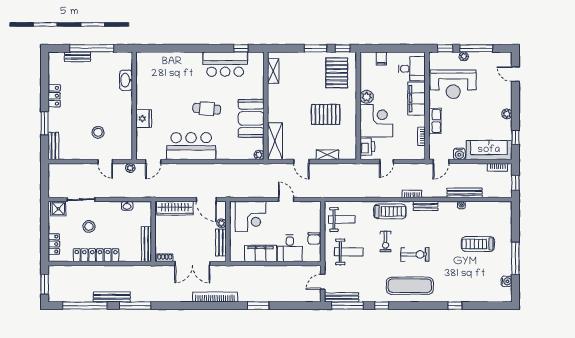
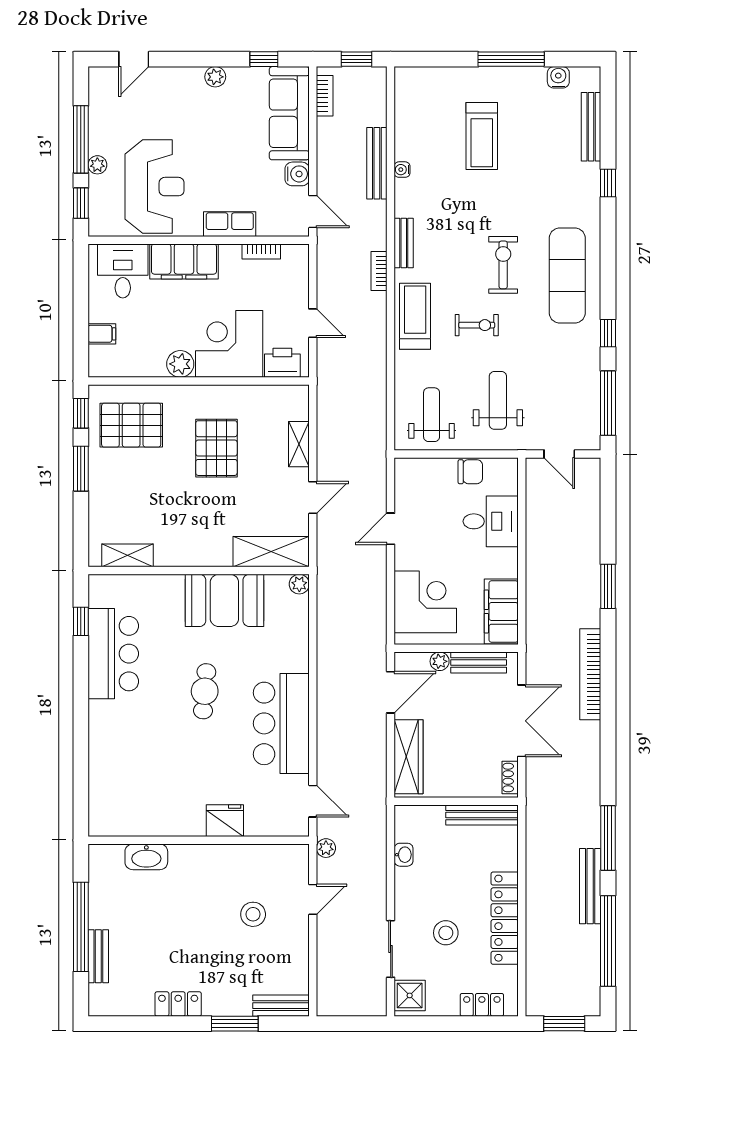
filing cabinet: (260, 253) -> (501, 612), moved
bench: (342, 297) -> (591, 127), moved

